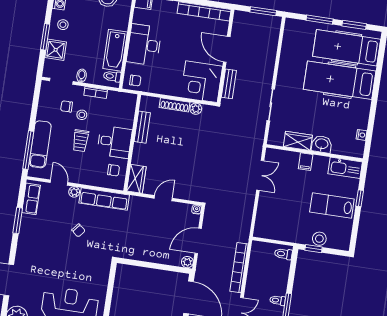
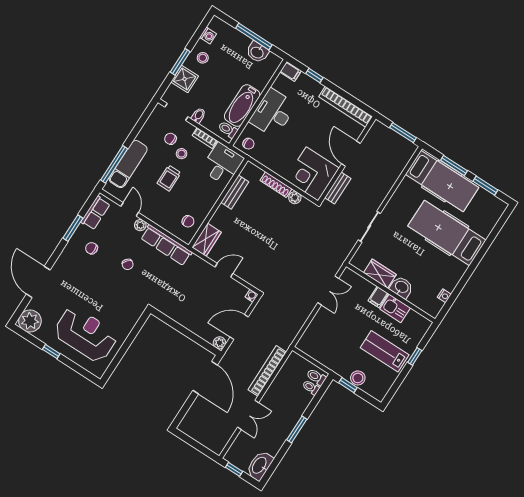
hospital bed: (347, 48) -> (442, 181), moved, turned 180
desk: (115, 142) -> (222, 164), moved, turned -90
kitchen sink: (345, 168) -> (395, 308), moved, width x0.73
chair: (41, 231) -> (92, 248), added
toilet: (278, 300) -> (311, 387), moved

